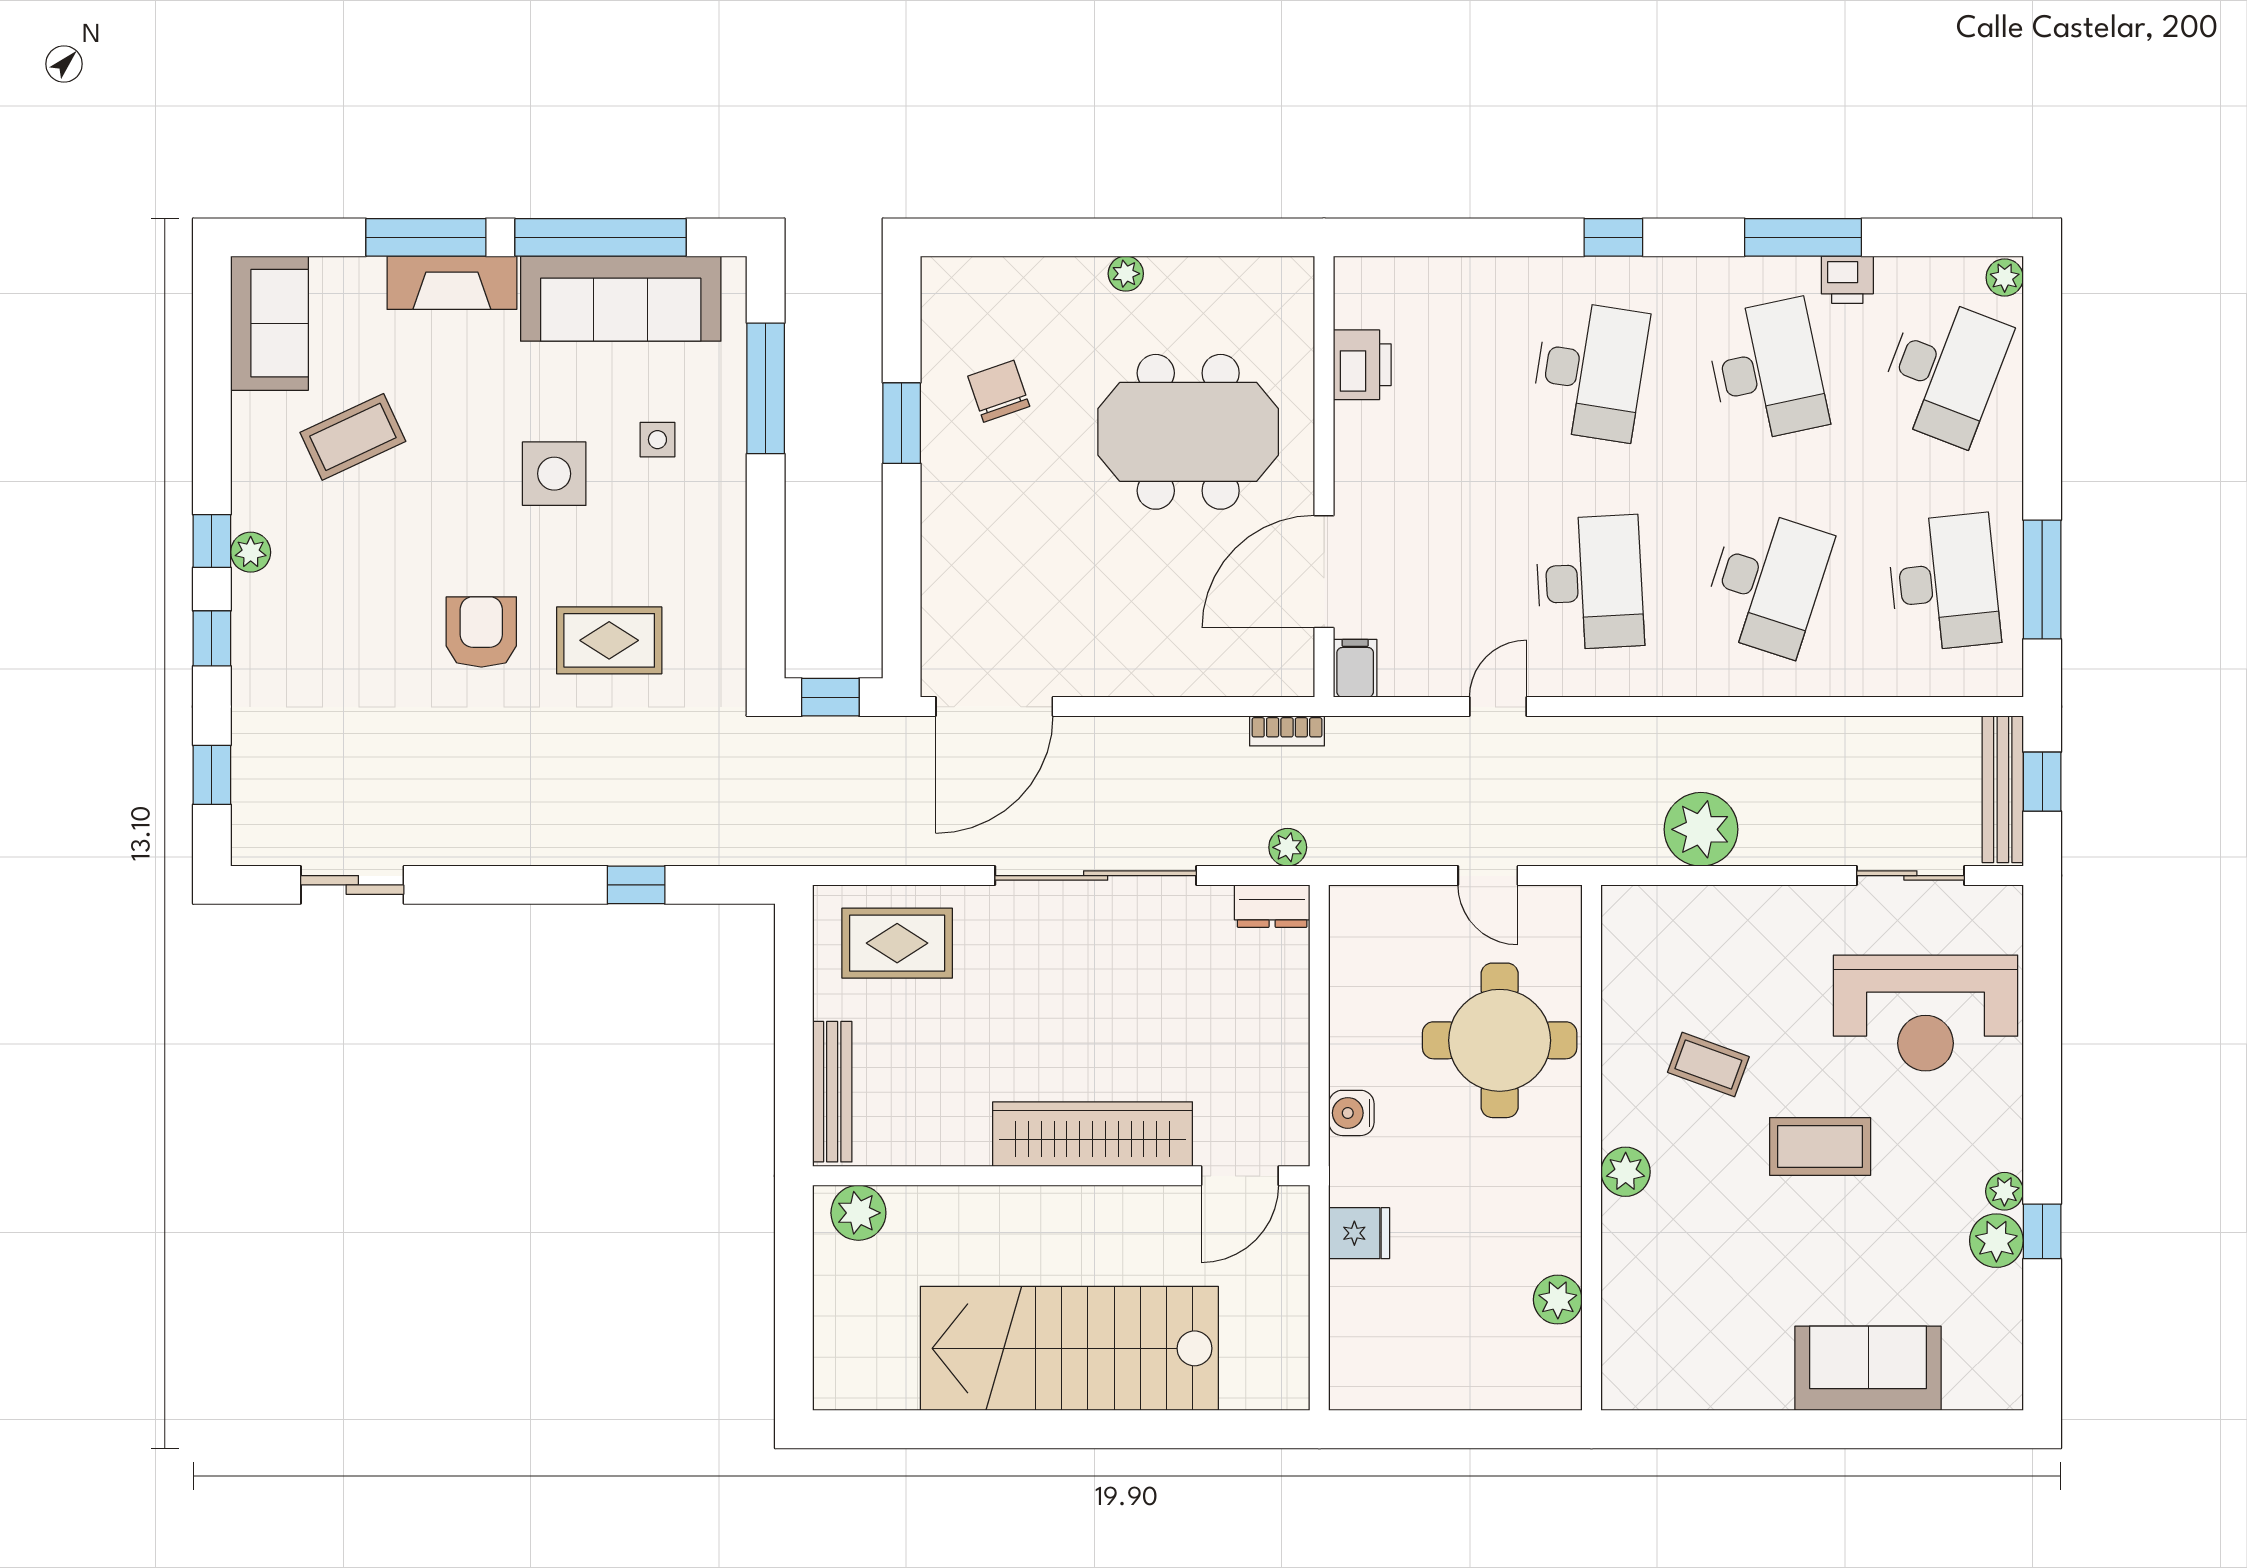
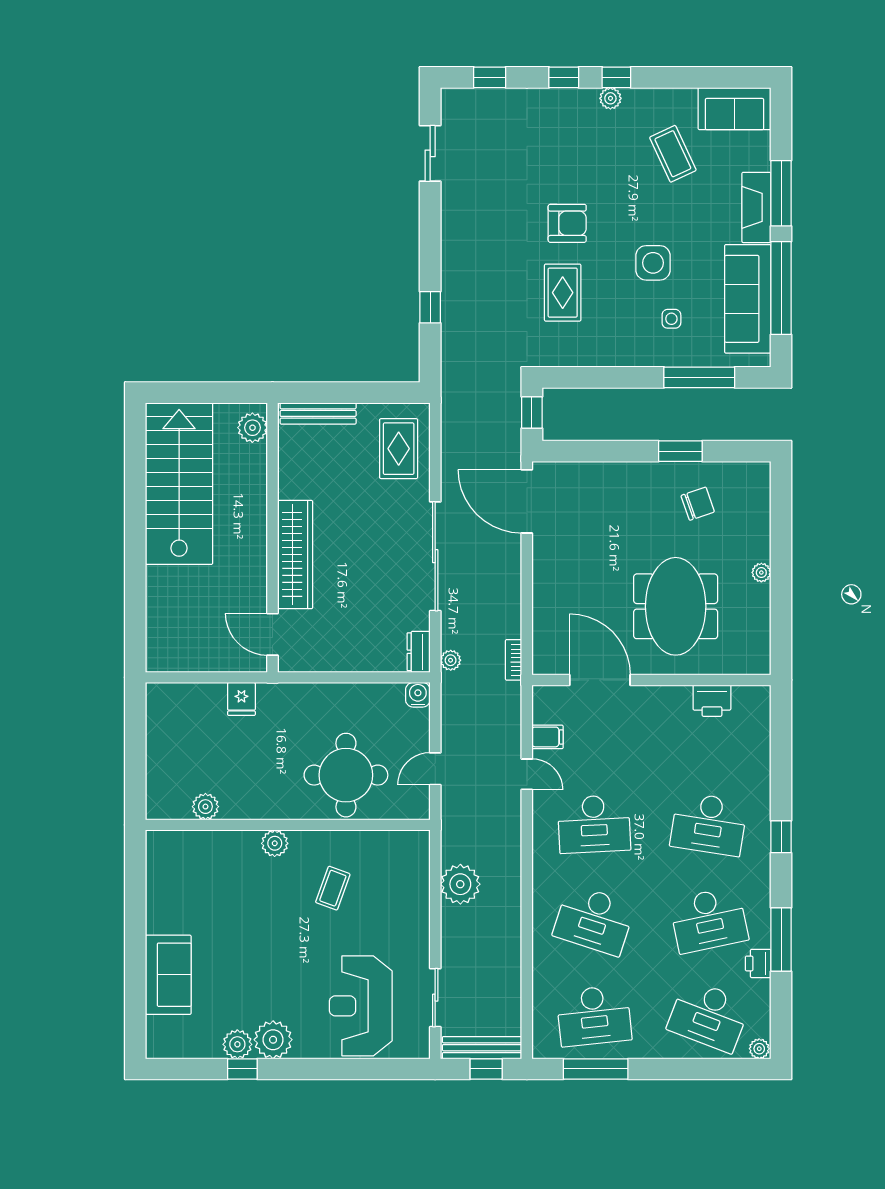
filing cabinet: (1355, 668) -> (548, 737), moved
water cooler: (1351, 1113) -> (418, 695), moved
coffee table: (1820, 1146) -> (288, 949), removed
plant: (2004, 1191) -> (273, 1040), width x1.88, depth x1.88
stairs: (1069, 1348) -> (179, 484), moved

